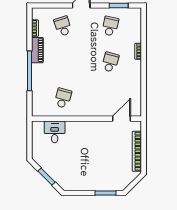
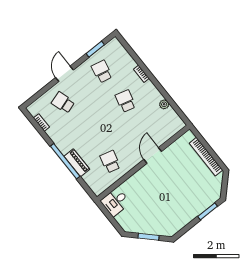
piano: (37, 50) -> (77, 163), moved
plant: (137, 88) -> (164, 104), added
door: (122, 119) -> (153, 155), moved
desk: (55, 132) -> (115, 202), moved, turned -90

